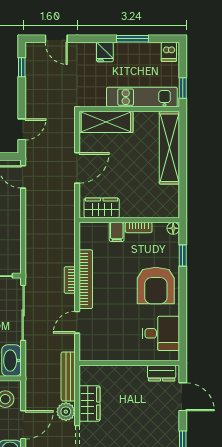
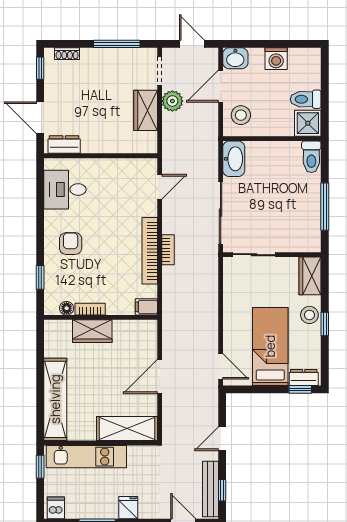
door: (22, 129) -> (222, 439), moved
wardrobe: (102, 208) -> (92, 331), moved
floor lamp: (173, 228) -> (67, 308), moved
filing cabinet: (117, 232) -> (146, 307), moved, turned -90
armchair: (156, 286) -> (71, 244), width x0.53, depth x0.53
door: (77, 322) -> (160, 187), moved
bench: (68, 376) -> (210, 489), moved

